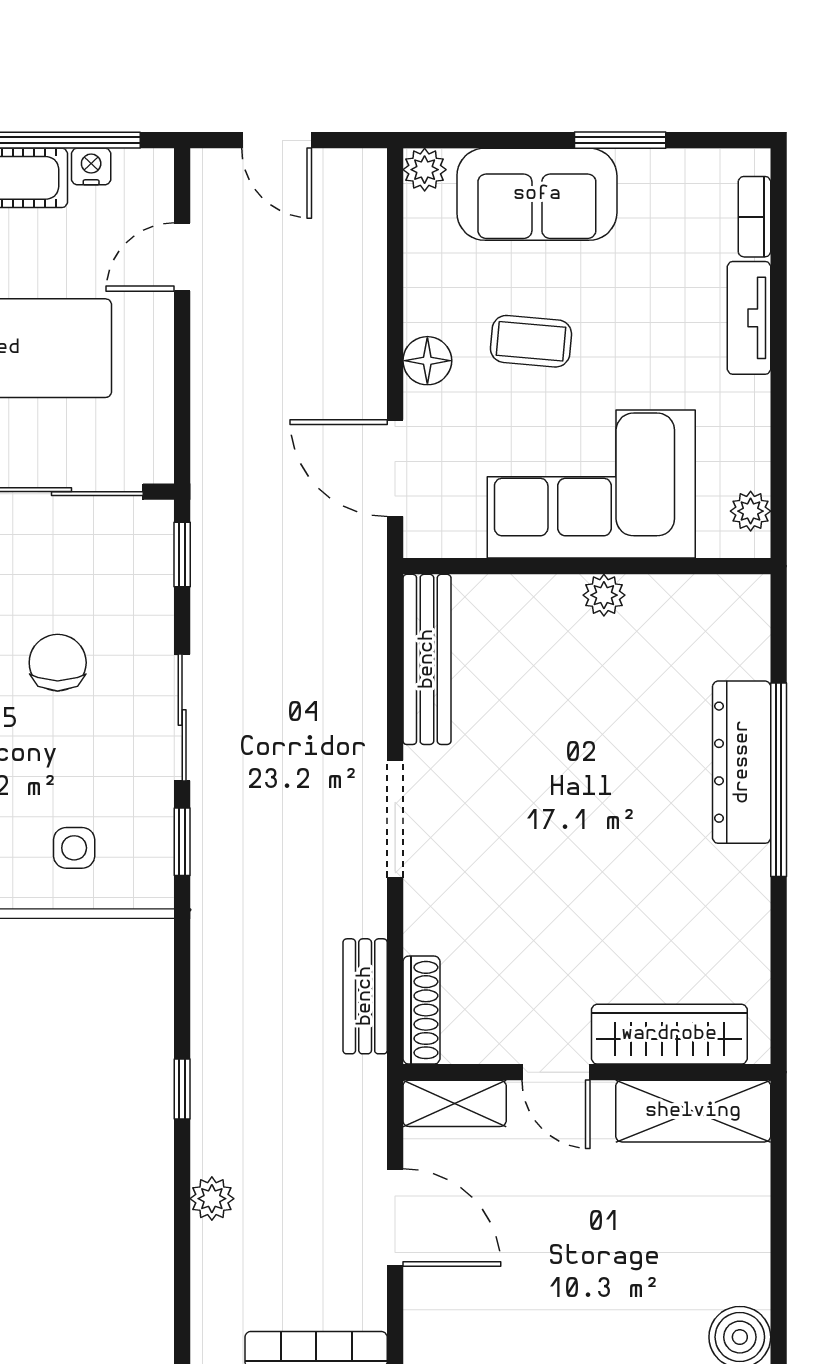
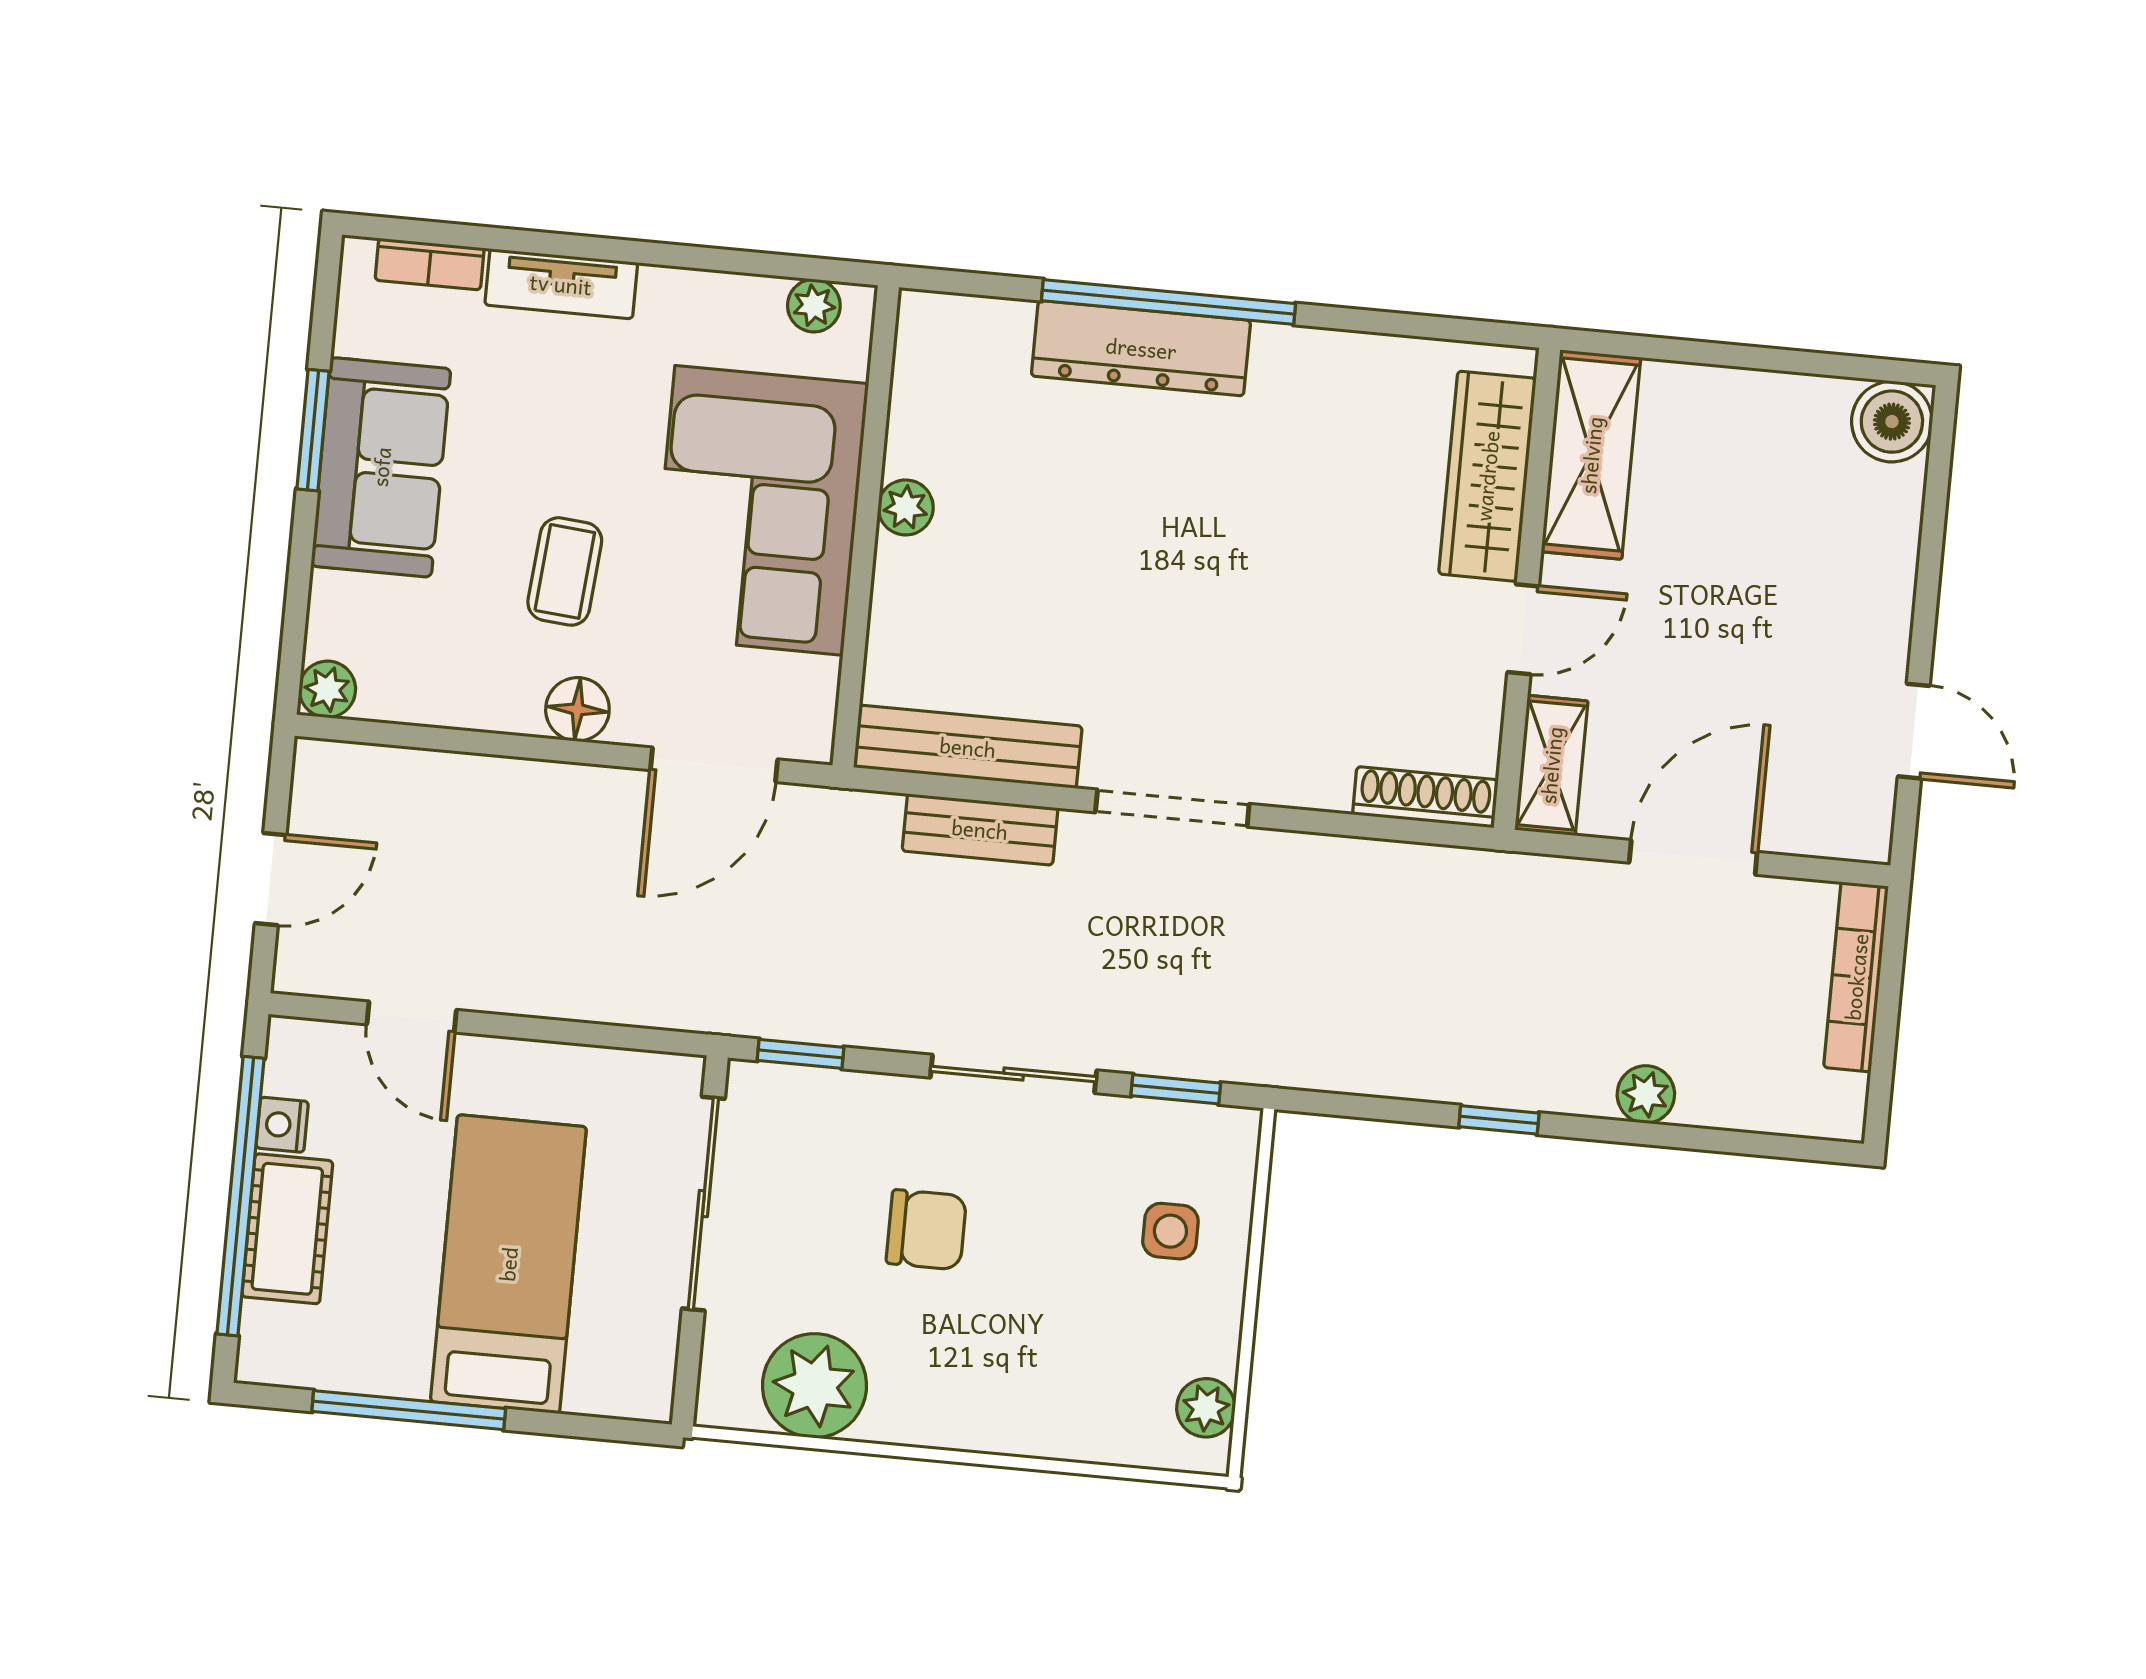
sofa: (537, 194) -> (381, 467), moved
chair: (58, 663) -> (926, 1230), turned 180
bench: (365, 996) -> (980, 829), moved

